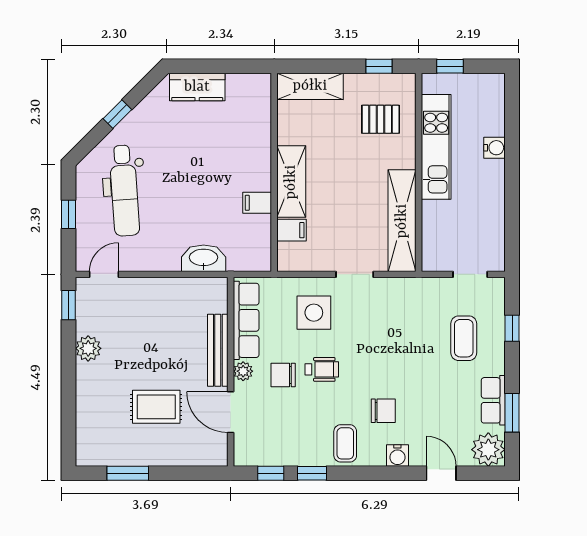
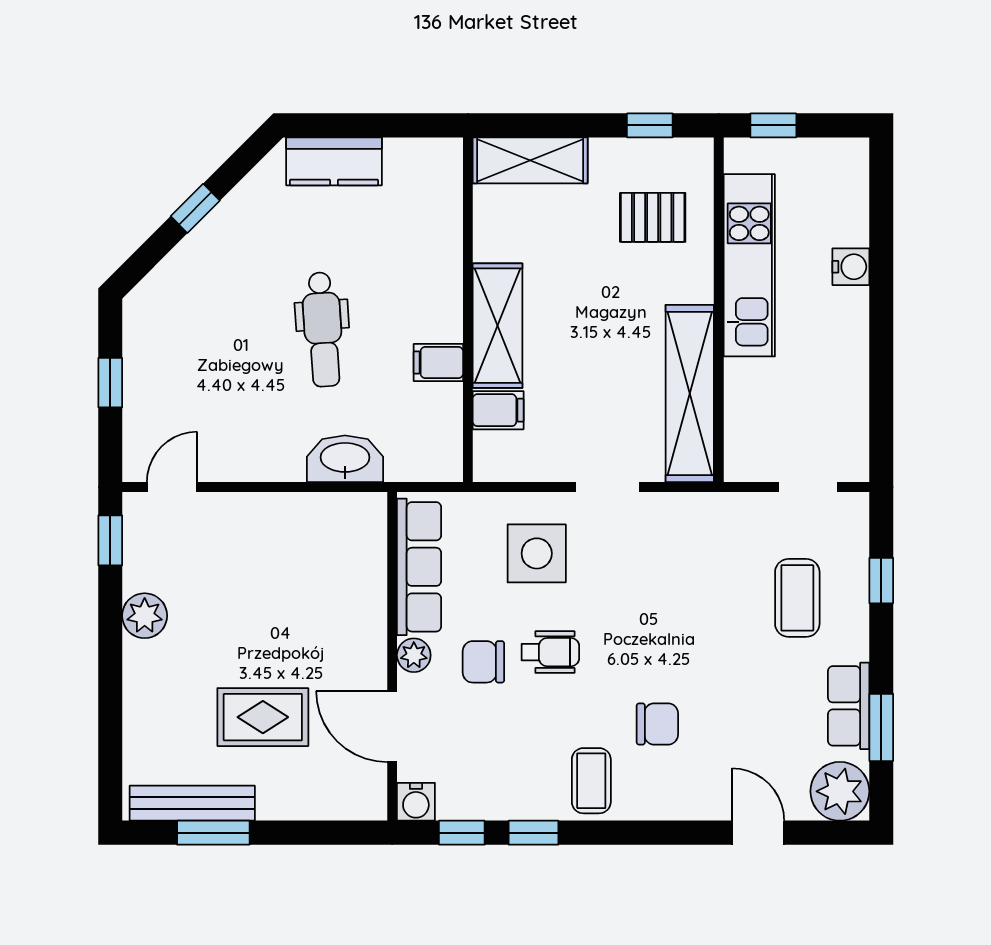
dental chair: (124, 191) -> (323, 329), moved, width x0.73, depth x0.72
bench: (218, 350) -> (192, 803), moved, turned 90
water cooler: (397, 456) -> (416, 802), moved

